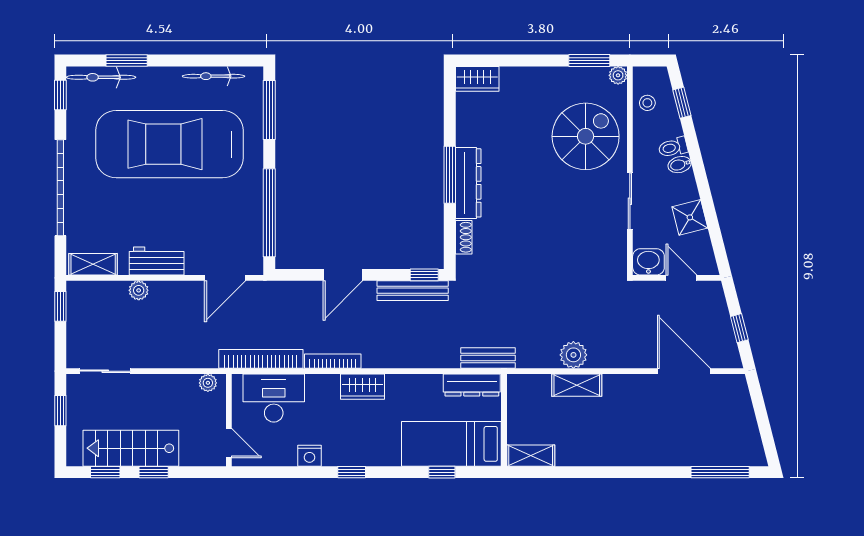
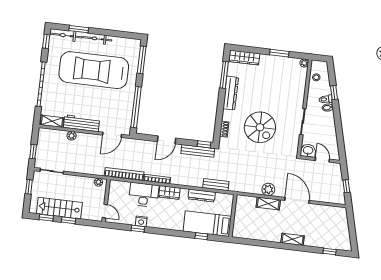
window: (589, 60) -> (279, 53), moved
bicycle: (213, 76) -> (97, 39), moved
wardrobe: (477, 79) -> (244, 58), width x1.50
window: (682, 103) -> (334, 93), moved
spiral stairs: (586, 136) -> (260, 127), moved, turned 90
window: (450, 175) -> (224, 75), moved
dresser: (468, 183) -> (231, 93), moved
shower: (690, 217) -> (330, 132), removed
workbench: (157, 261) -> (81, 123), width x1.38
window: (60, 306) -> (33, 152), moved
bench: (488, 358) -> (216, 185), moved
door: (684, 371) -> (297, 200), moved
dresser: (472, 385) -> (202, 196), moved
desk: (274, 398) -> (144, 195), moved
shelving: (531, 456) -> (293, 239), moved
window: (352, 472) -> (138, 229), moved
window: (720, 472) -> (330, 251), width x0.46

